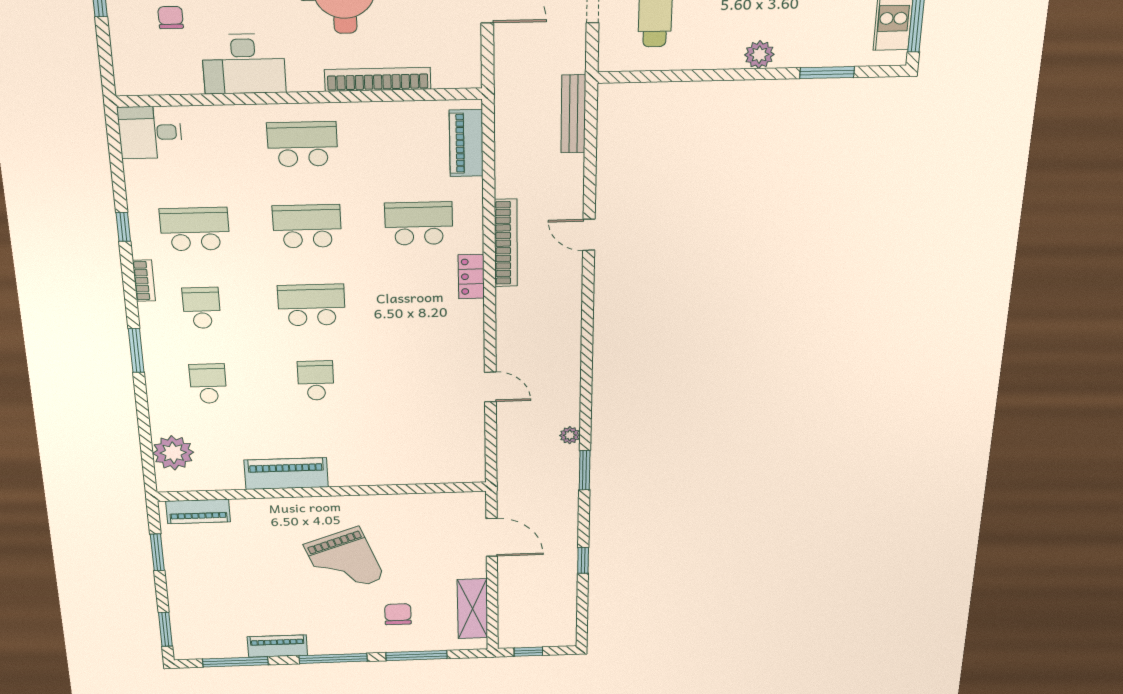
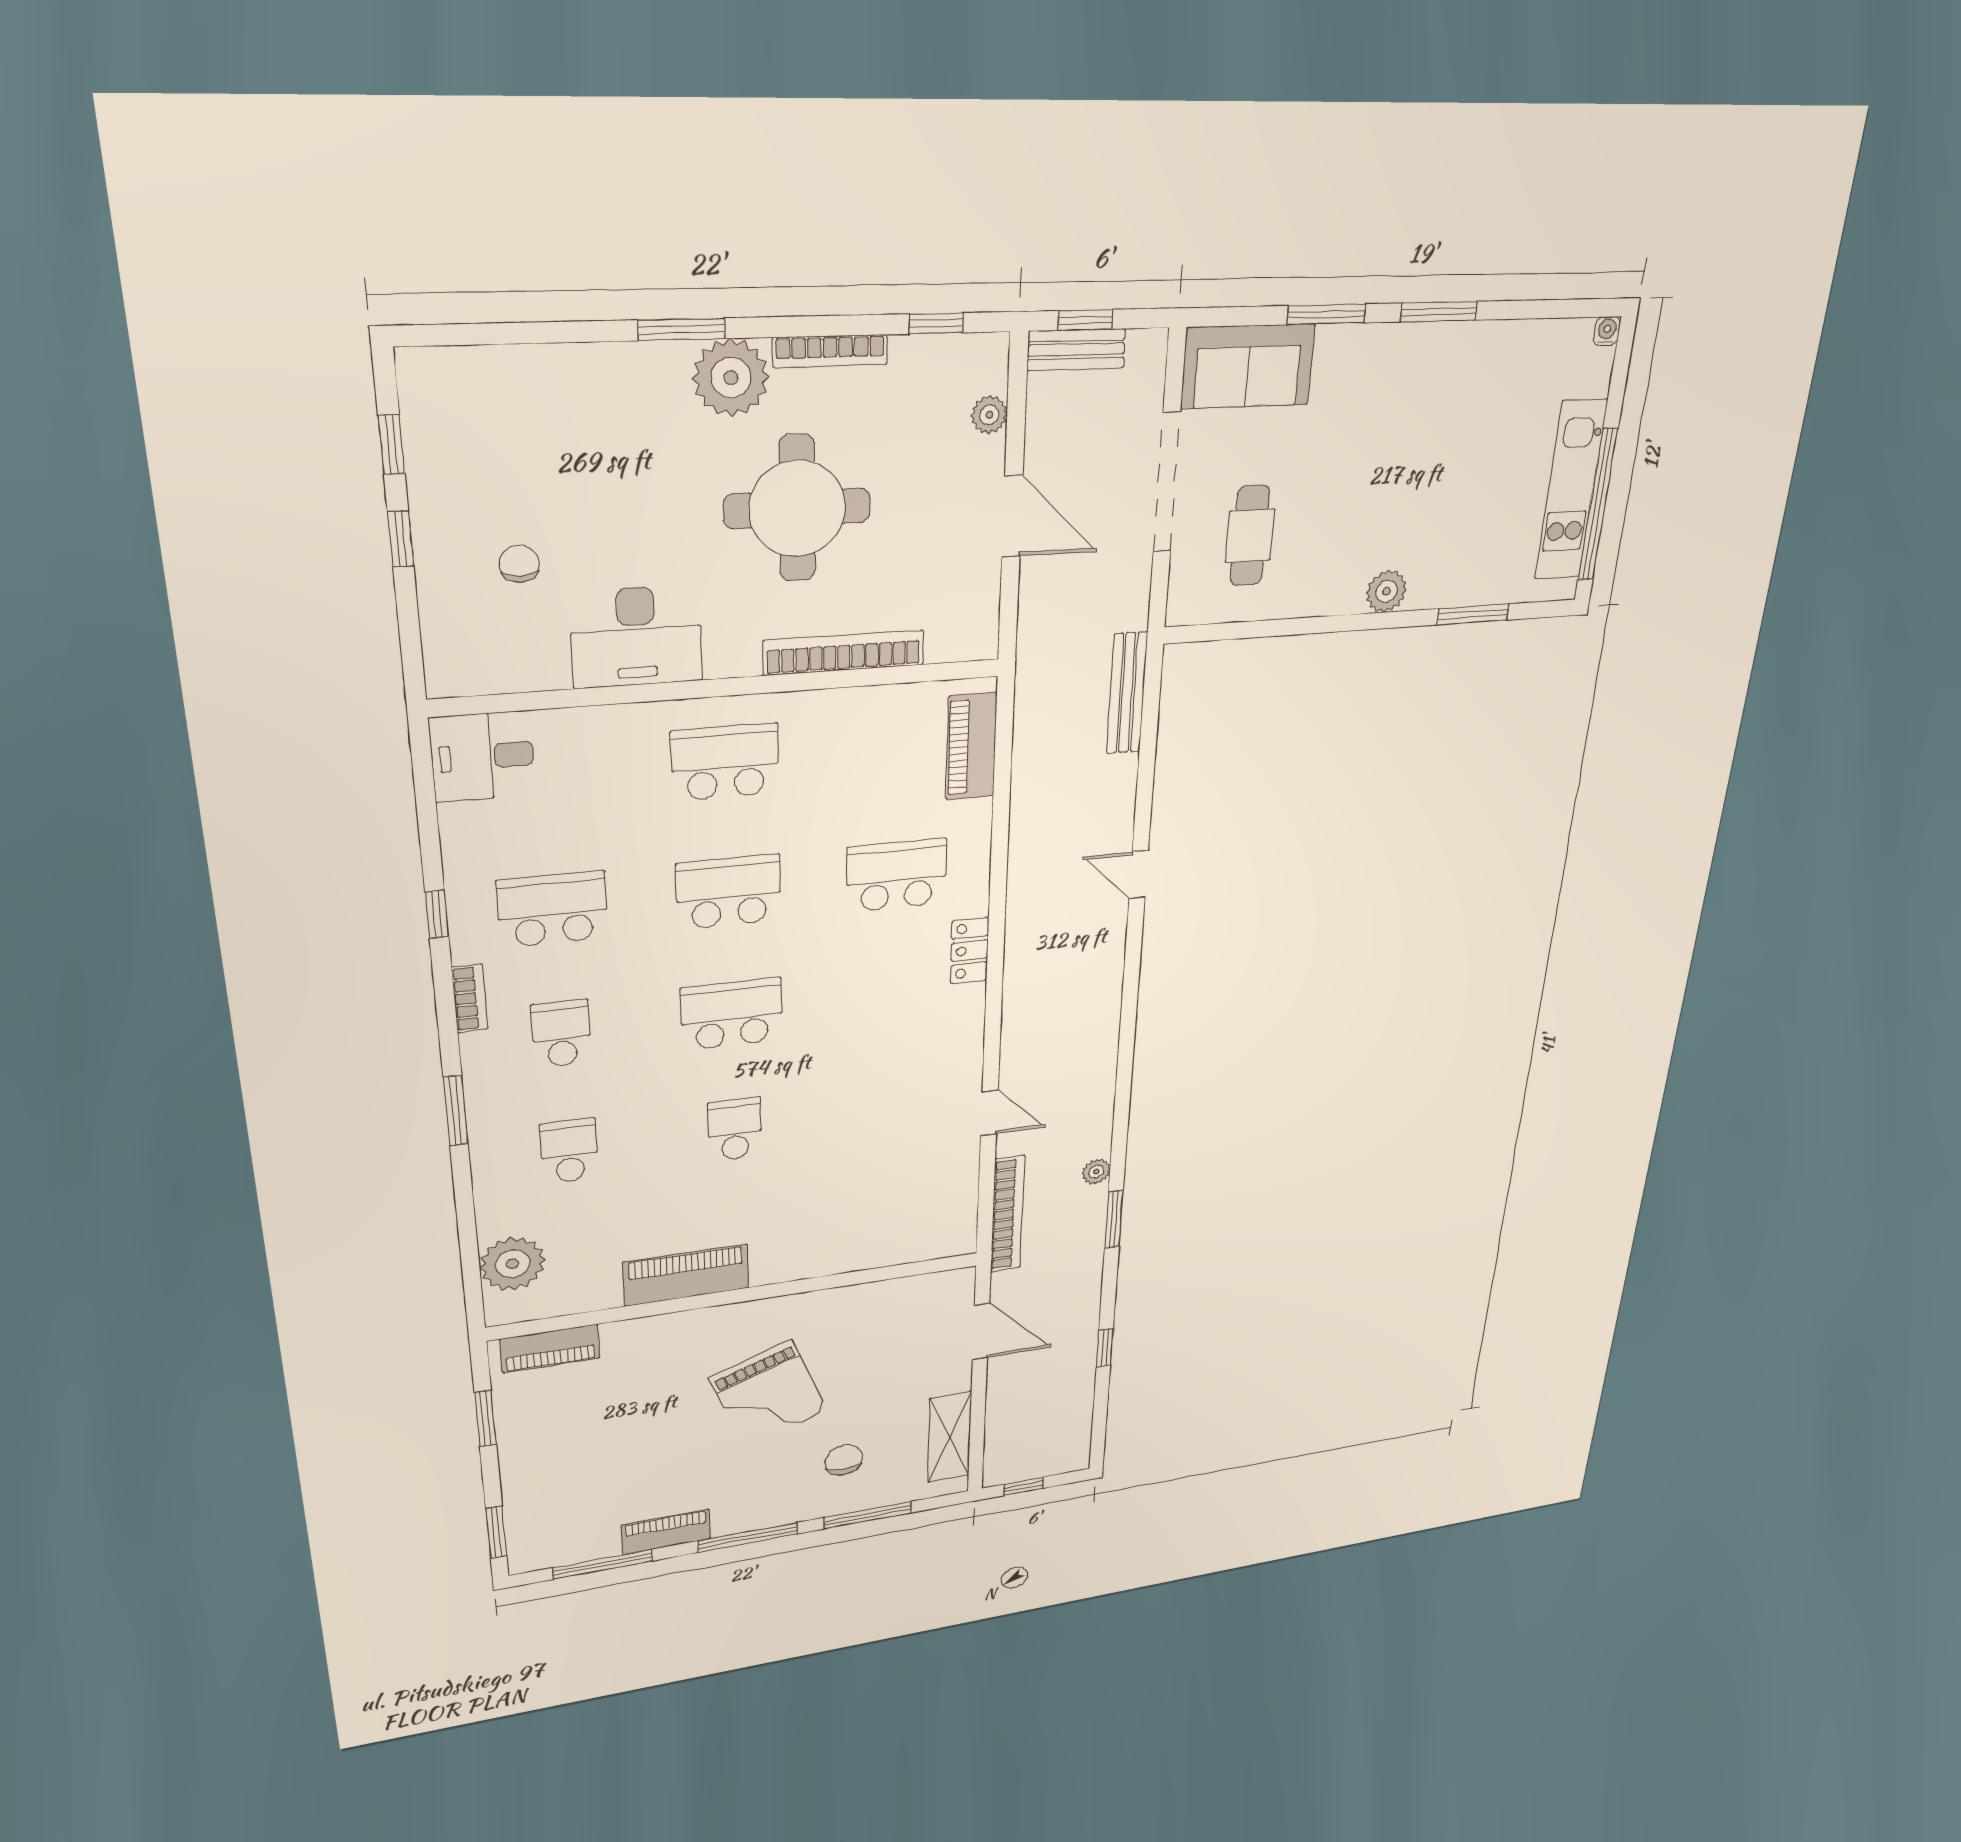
bookcase: (506, 243) -> (1007, 1214), moved

